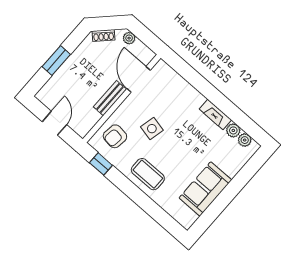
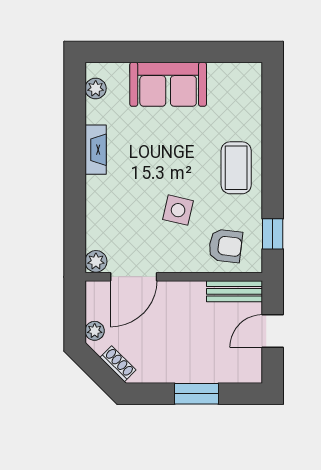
bench: (110, 98) -> (234, 291), moved
plant: (233, 130) -> (96, 261), moved
sofa: (205, 189) -> (168, 84), moved

